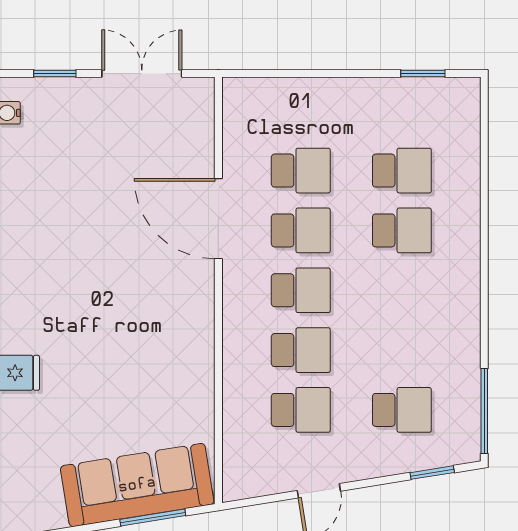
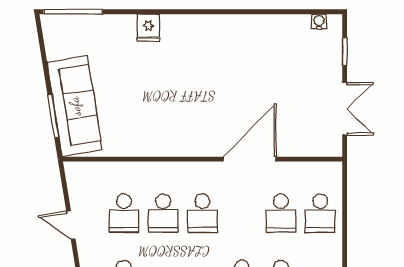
school desk: (301, 230) -> (320, 213), moved

